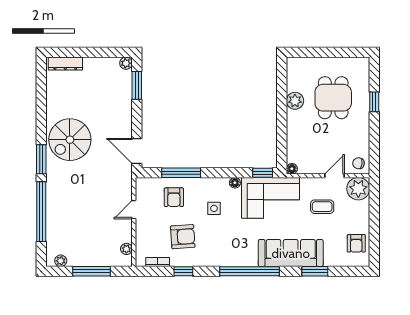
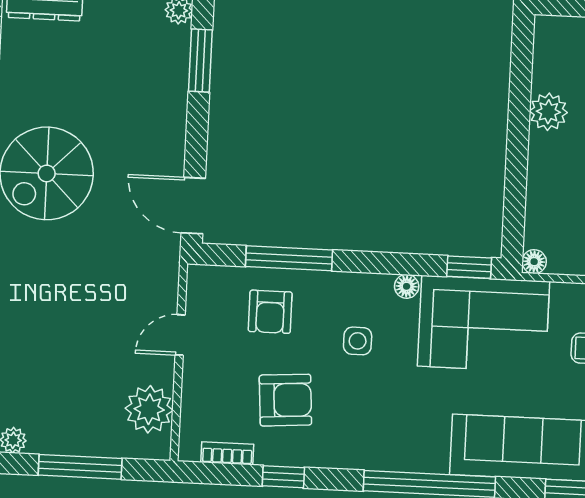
plant: (126, 249) -> (149, 409), width x1.88, depth x1.88

